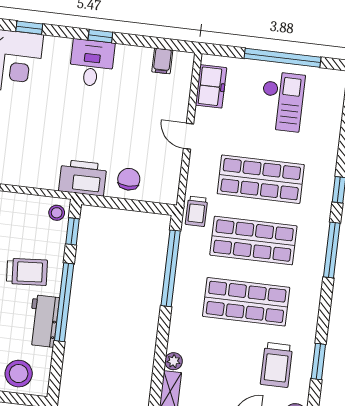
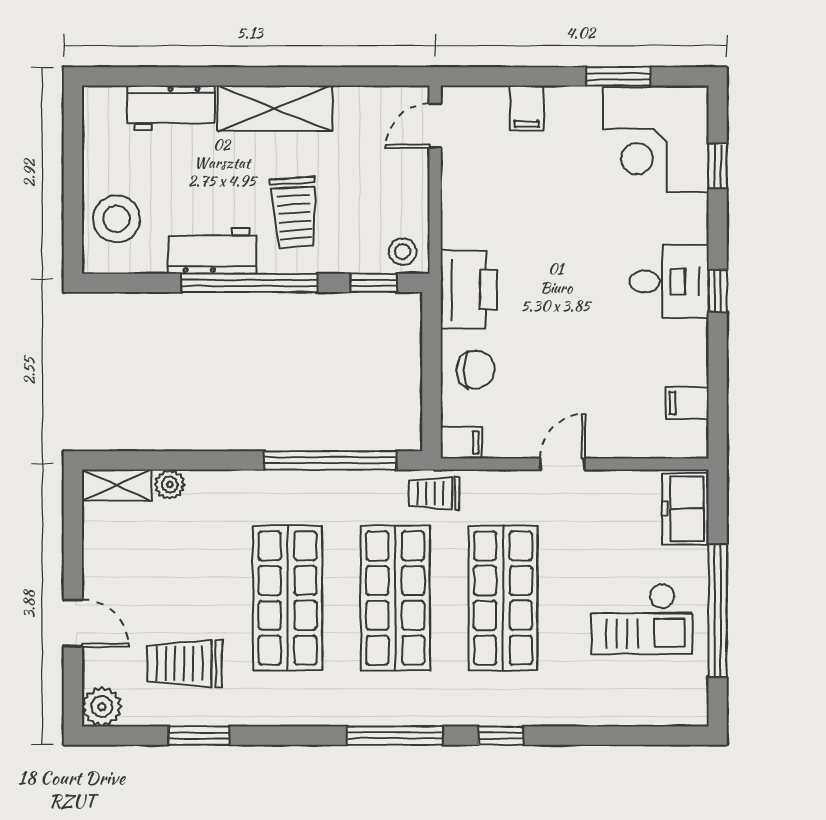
freezer: (211, 86) -> (685, 509), moved, turned 90
filing cabinet: (169, 192) -> (461, 442), added

